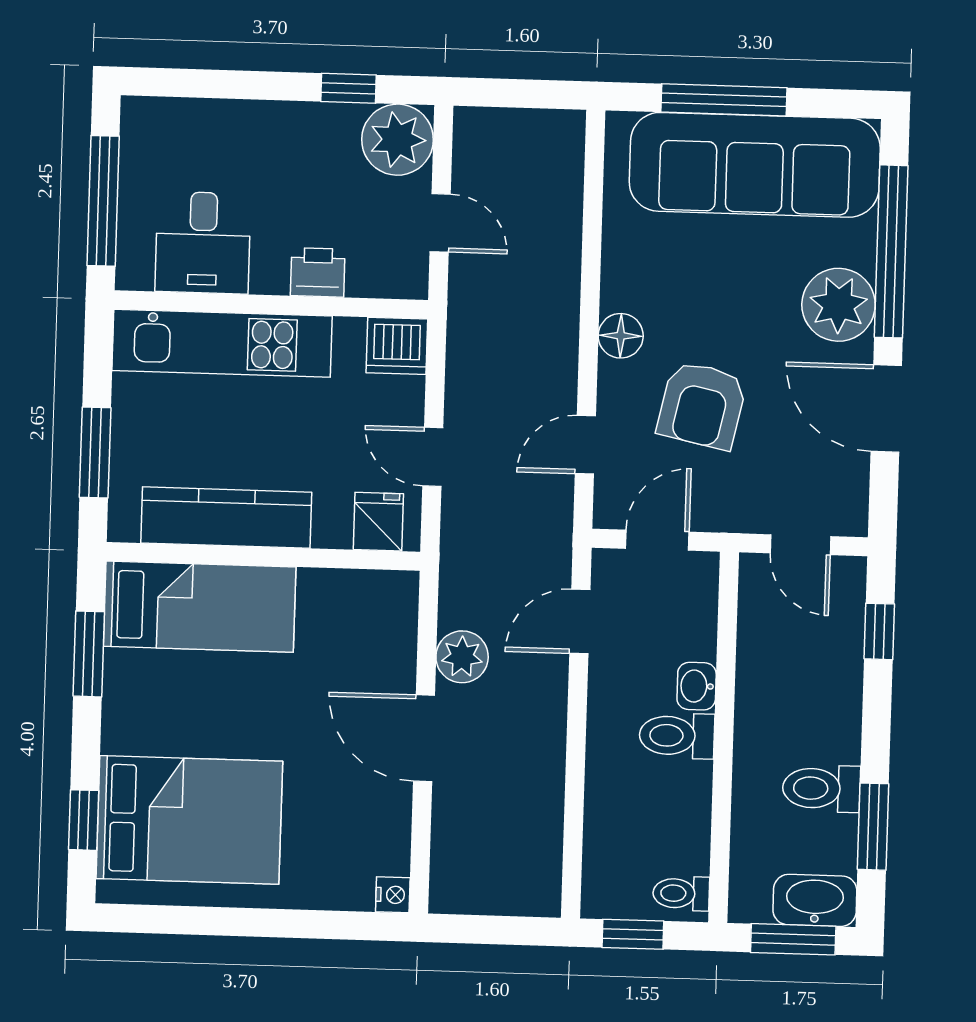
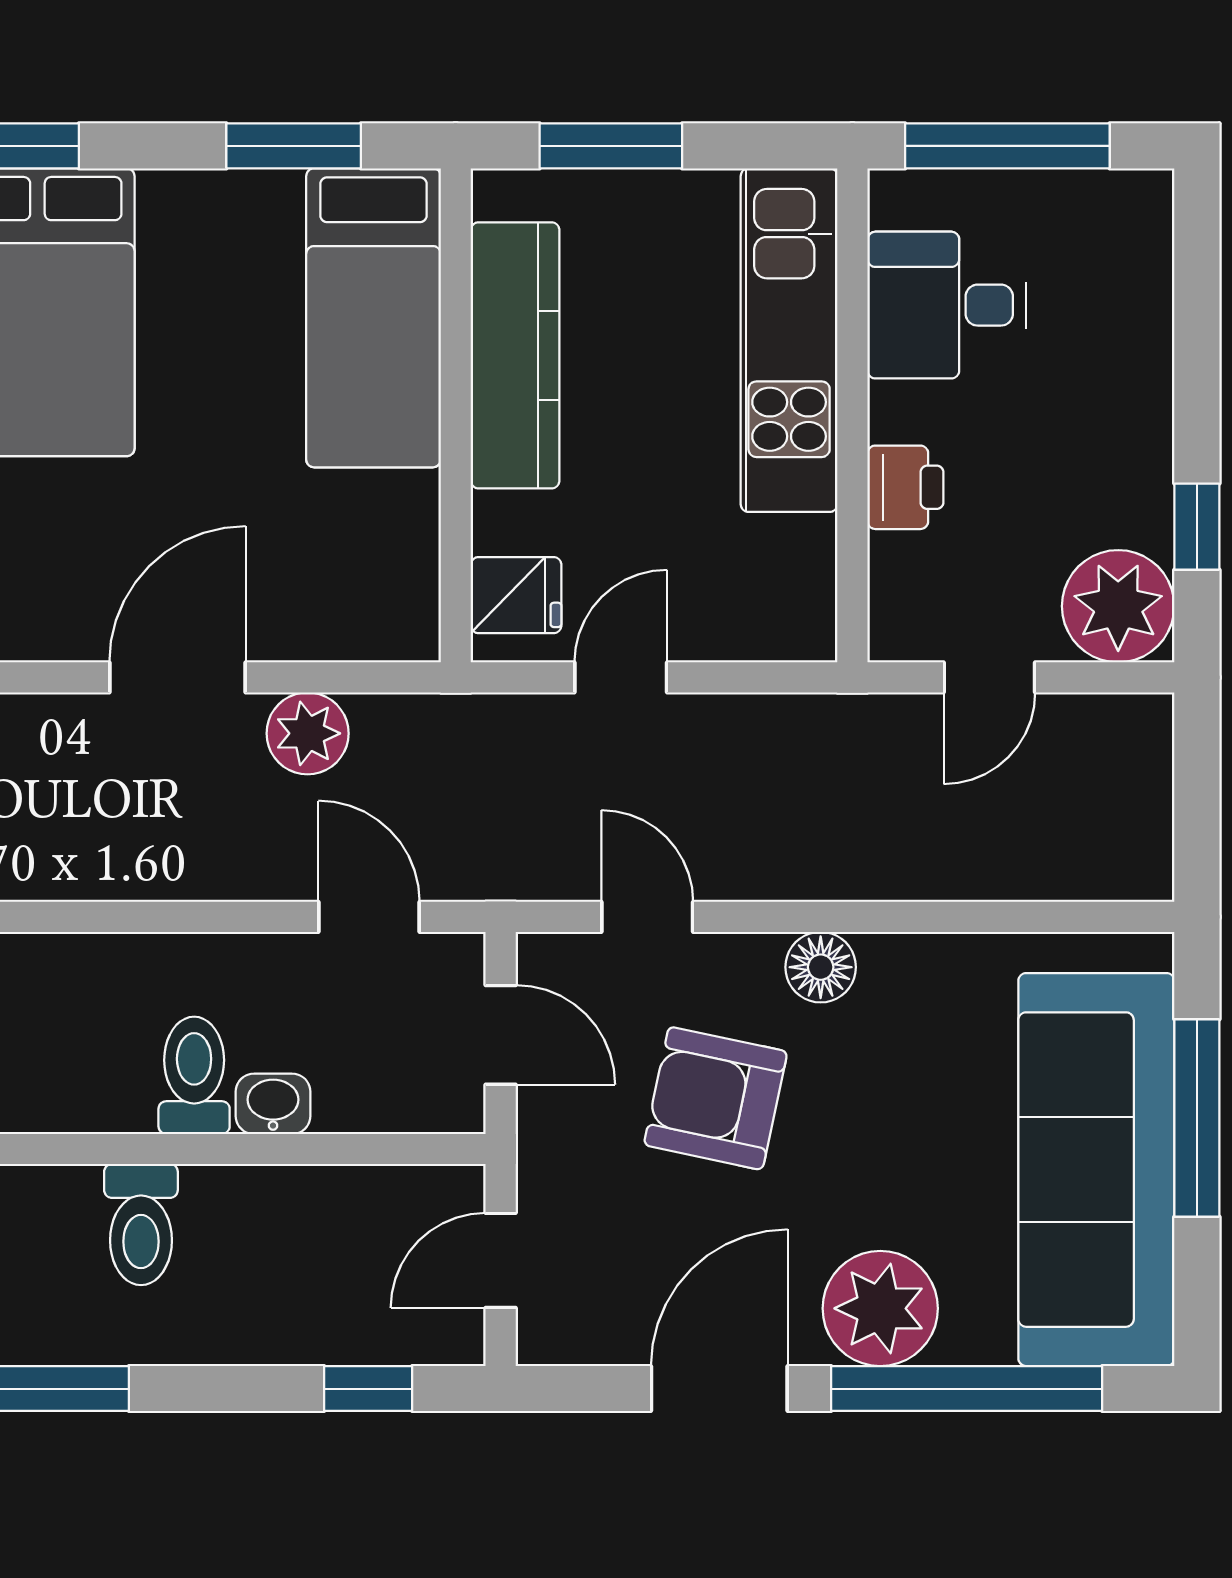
dishwasher: (397, 346) -> (794, 615), removed
toilet: (821, 788) -> (141, 1225), moved, turned 180

